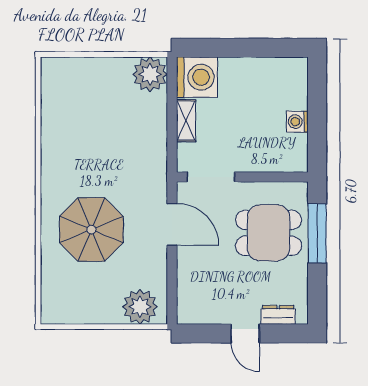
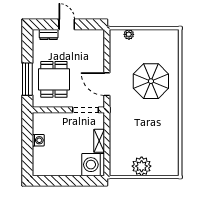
plant: (150, 74) -> (142, 166), moved
dining table: (269, 233) -> (54, 79), turned 90
plant: (140, 307) -> (129, 34), width x0.53, depth x0.53

